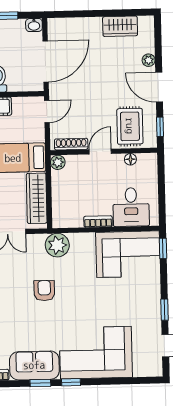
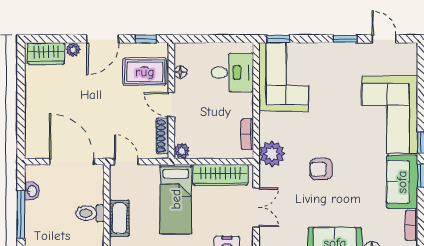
washbasin: (34, 25) -> (32, 191), moved
wardrobe: (120, 26) -> (46, 53), moved, turned 90
bookcase: (98, 222) -> (247, 134), moved

